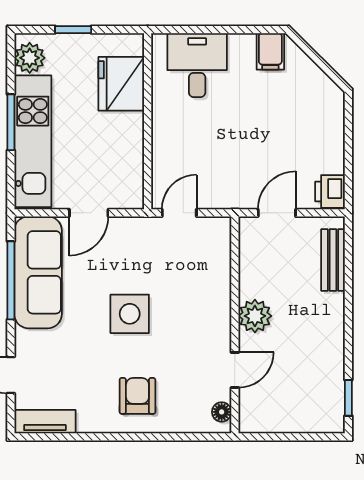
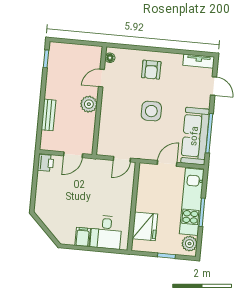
filing cabinet: (270, 51) -> (83, 237), moved
bench: (333, 260) -> (48, 115), moved

